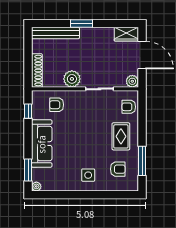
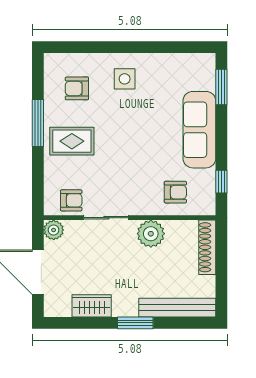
wardrobe: (126, 34) -> (92, 306), moved
armchair: (129, 107) -> (71, 200), moved
rug: (121, 136) -> (72, 141), turned 90
window: (142, 161) -> (38, 123), moved
plant: (36, 186) -> (208, 61), removed

